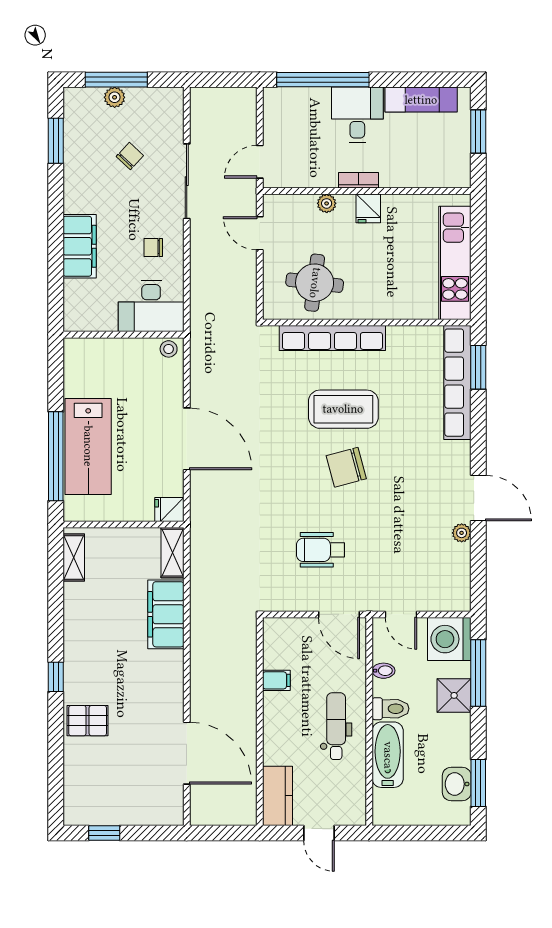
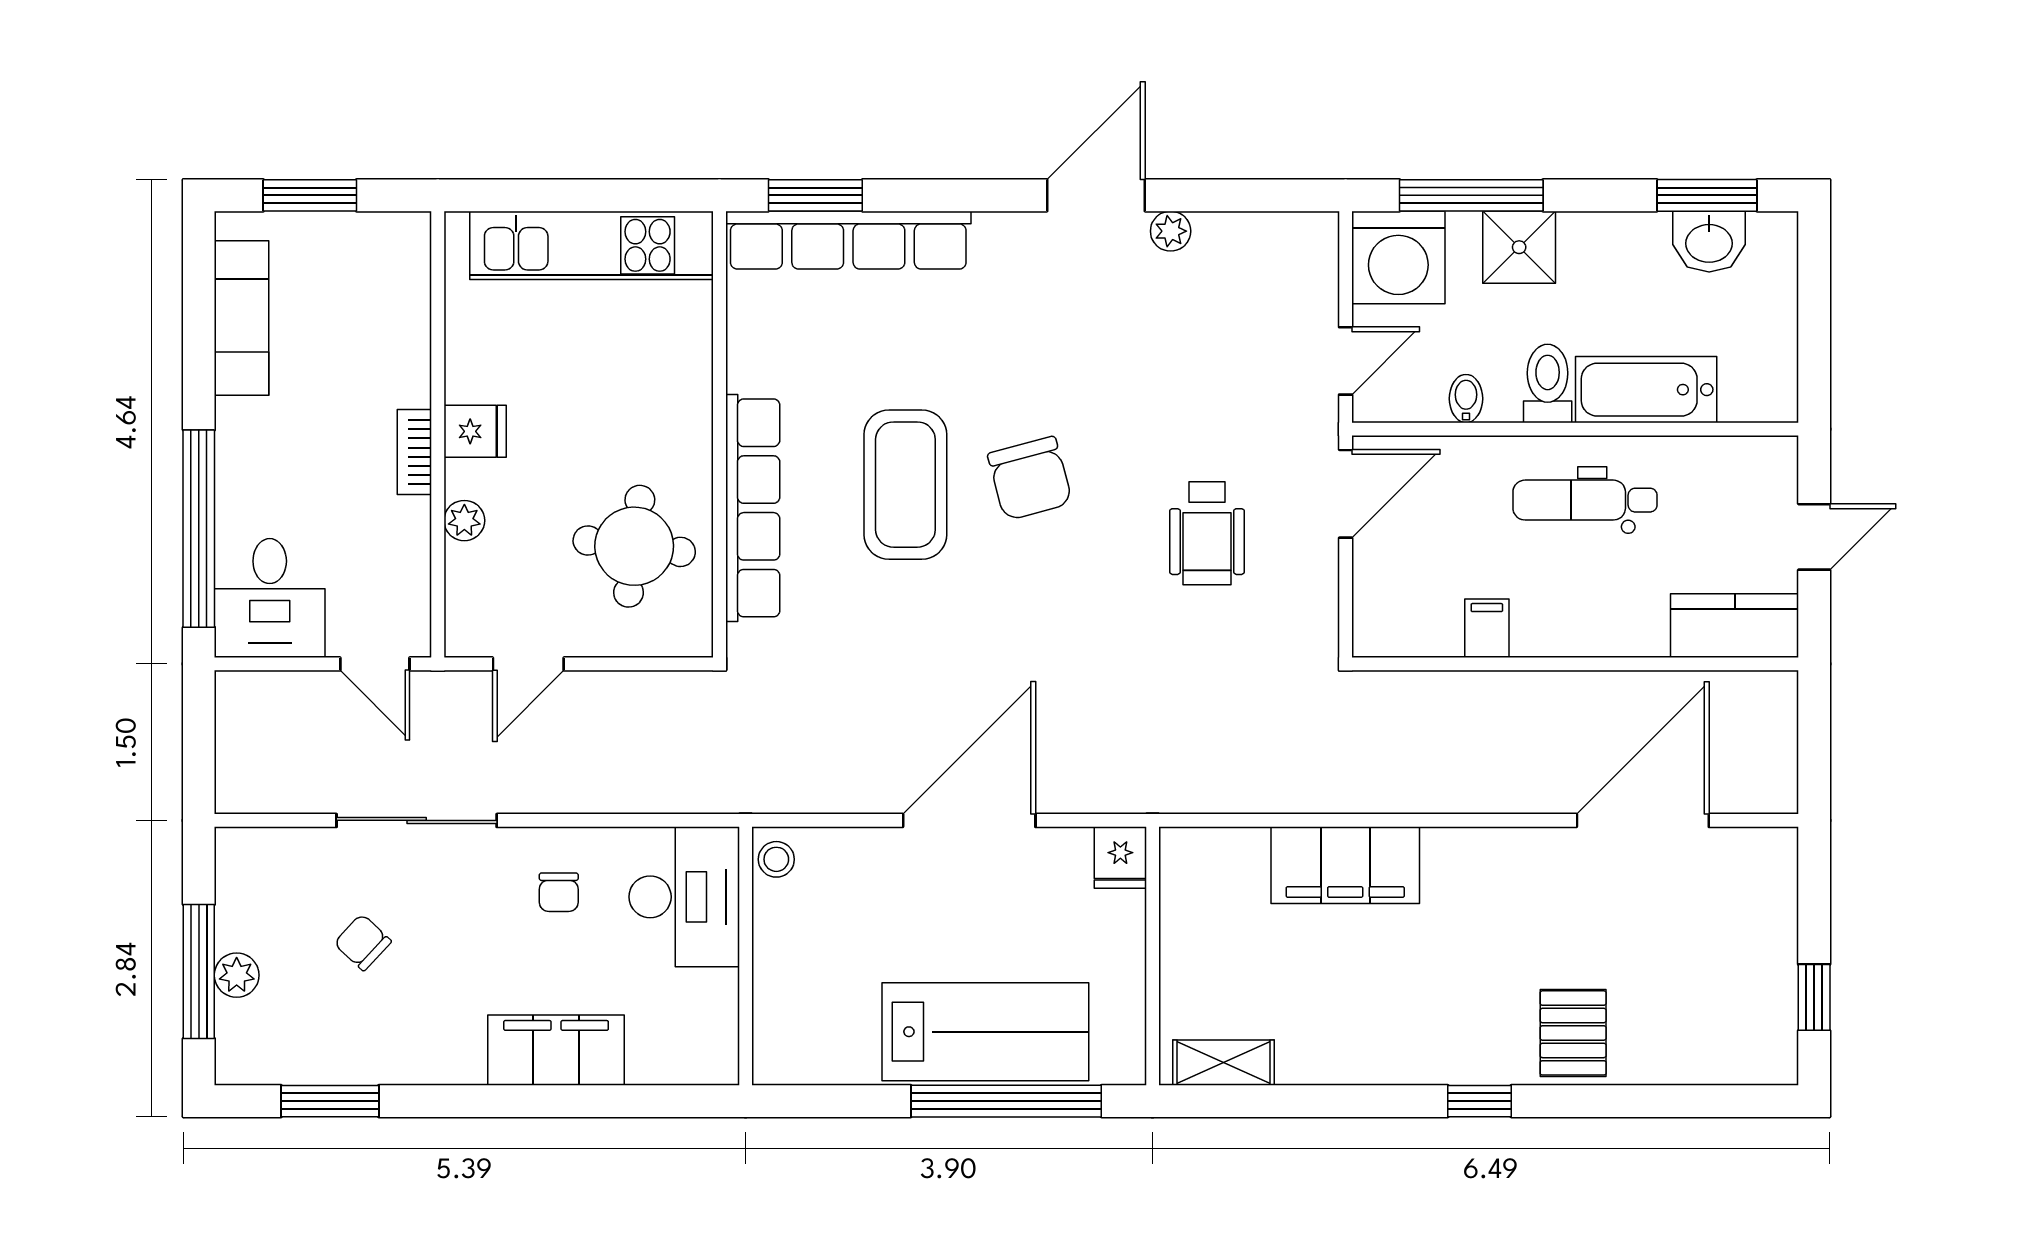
desk: (357, 115) -> (270, 598), moved, turned -90
shelving: (172, 553) -> (1213, 851), removed

